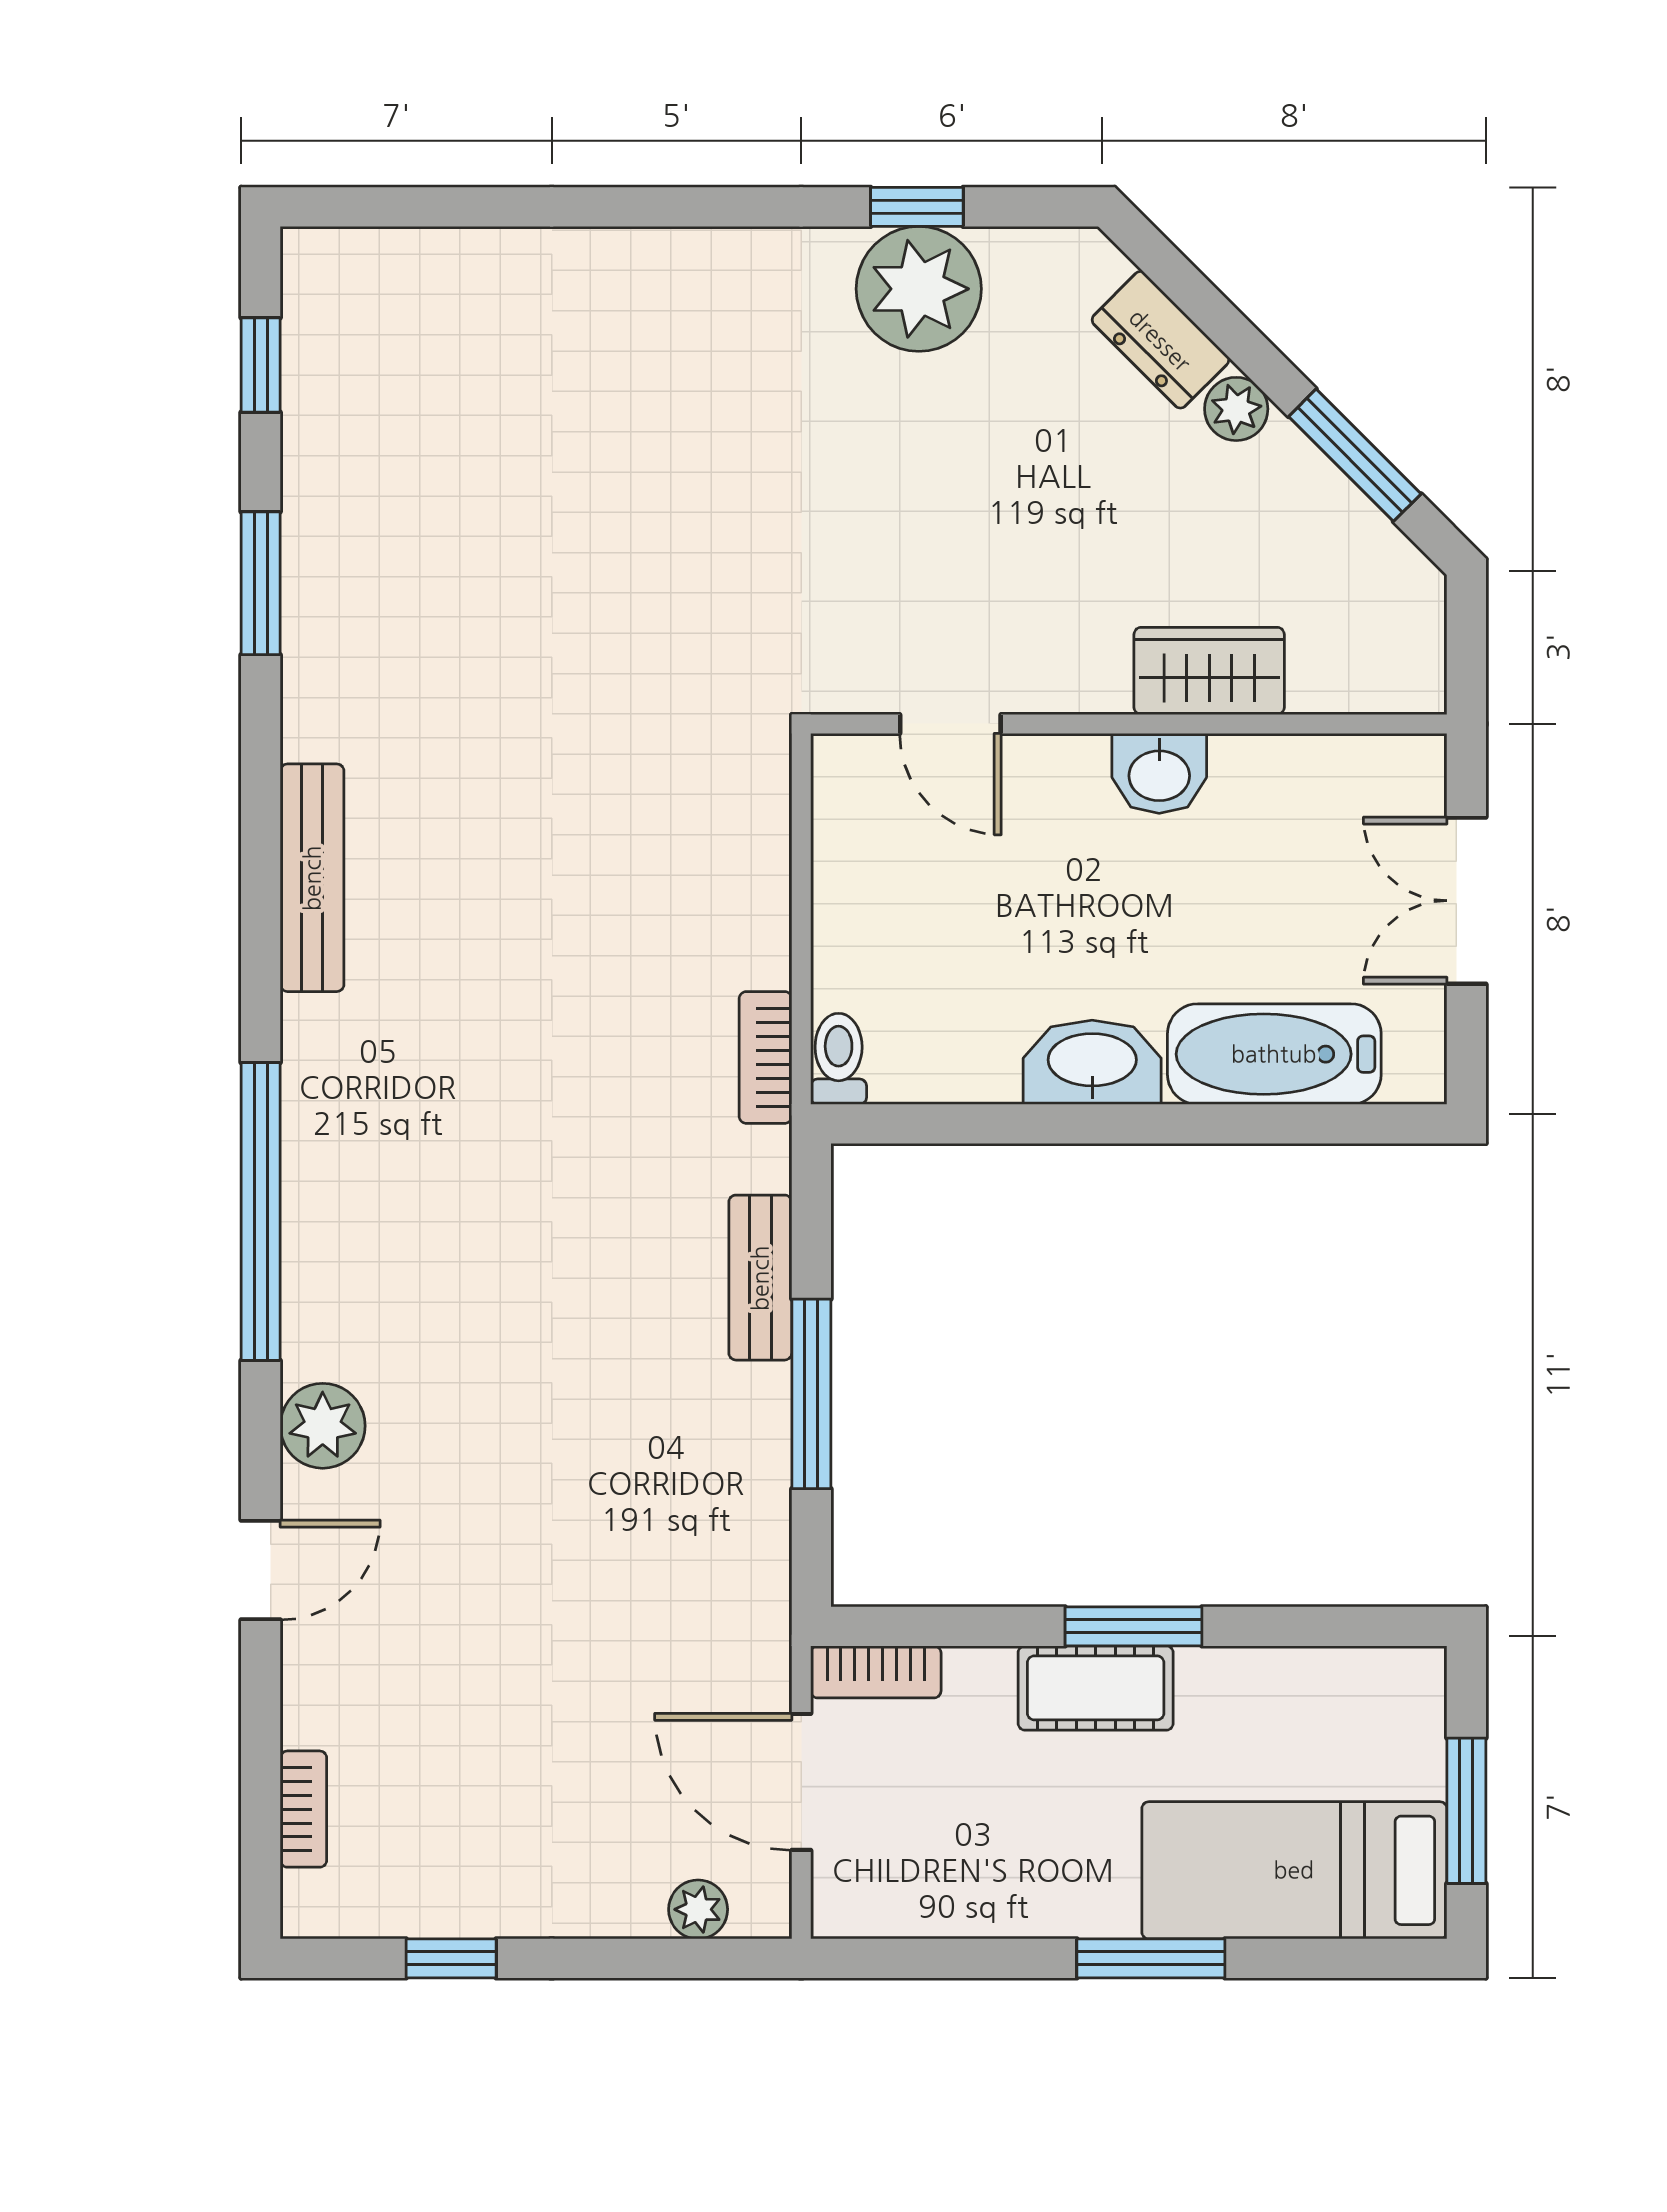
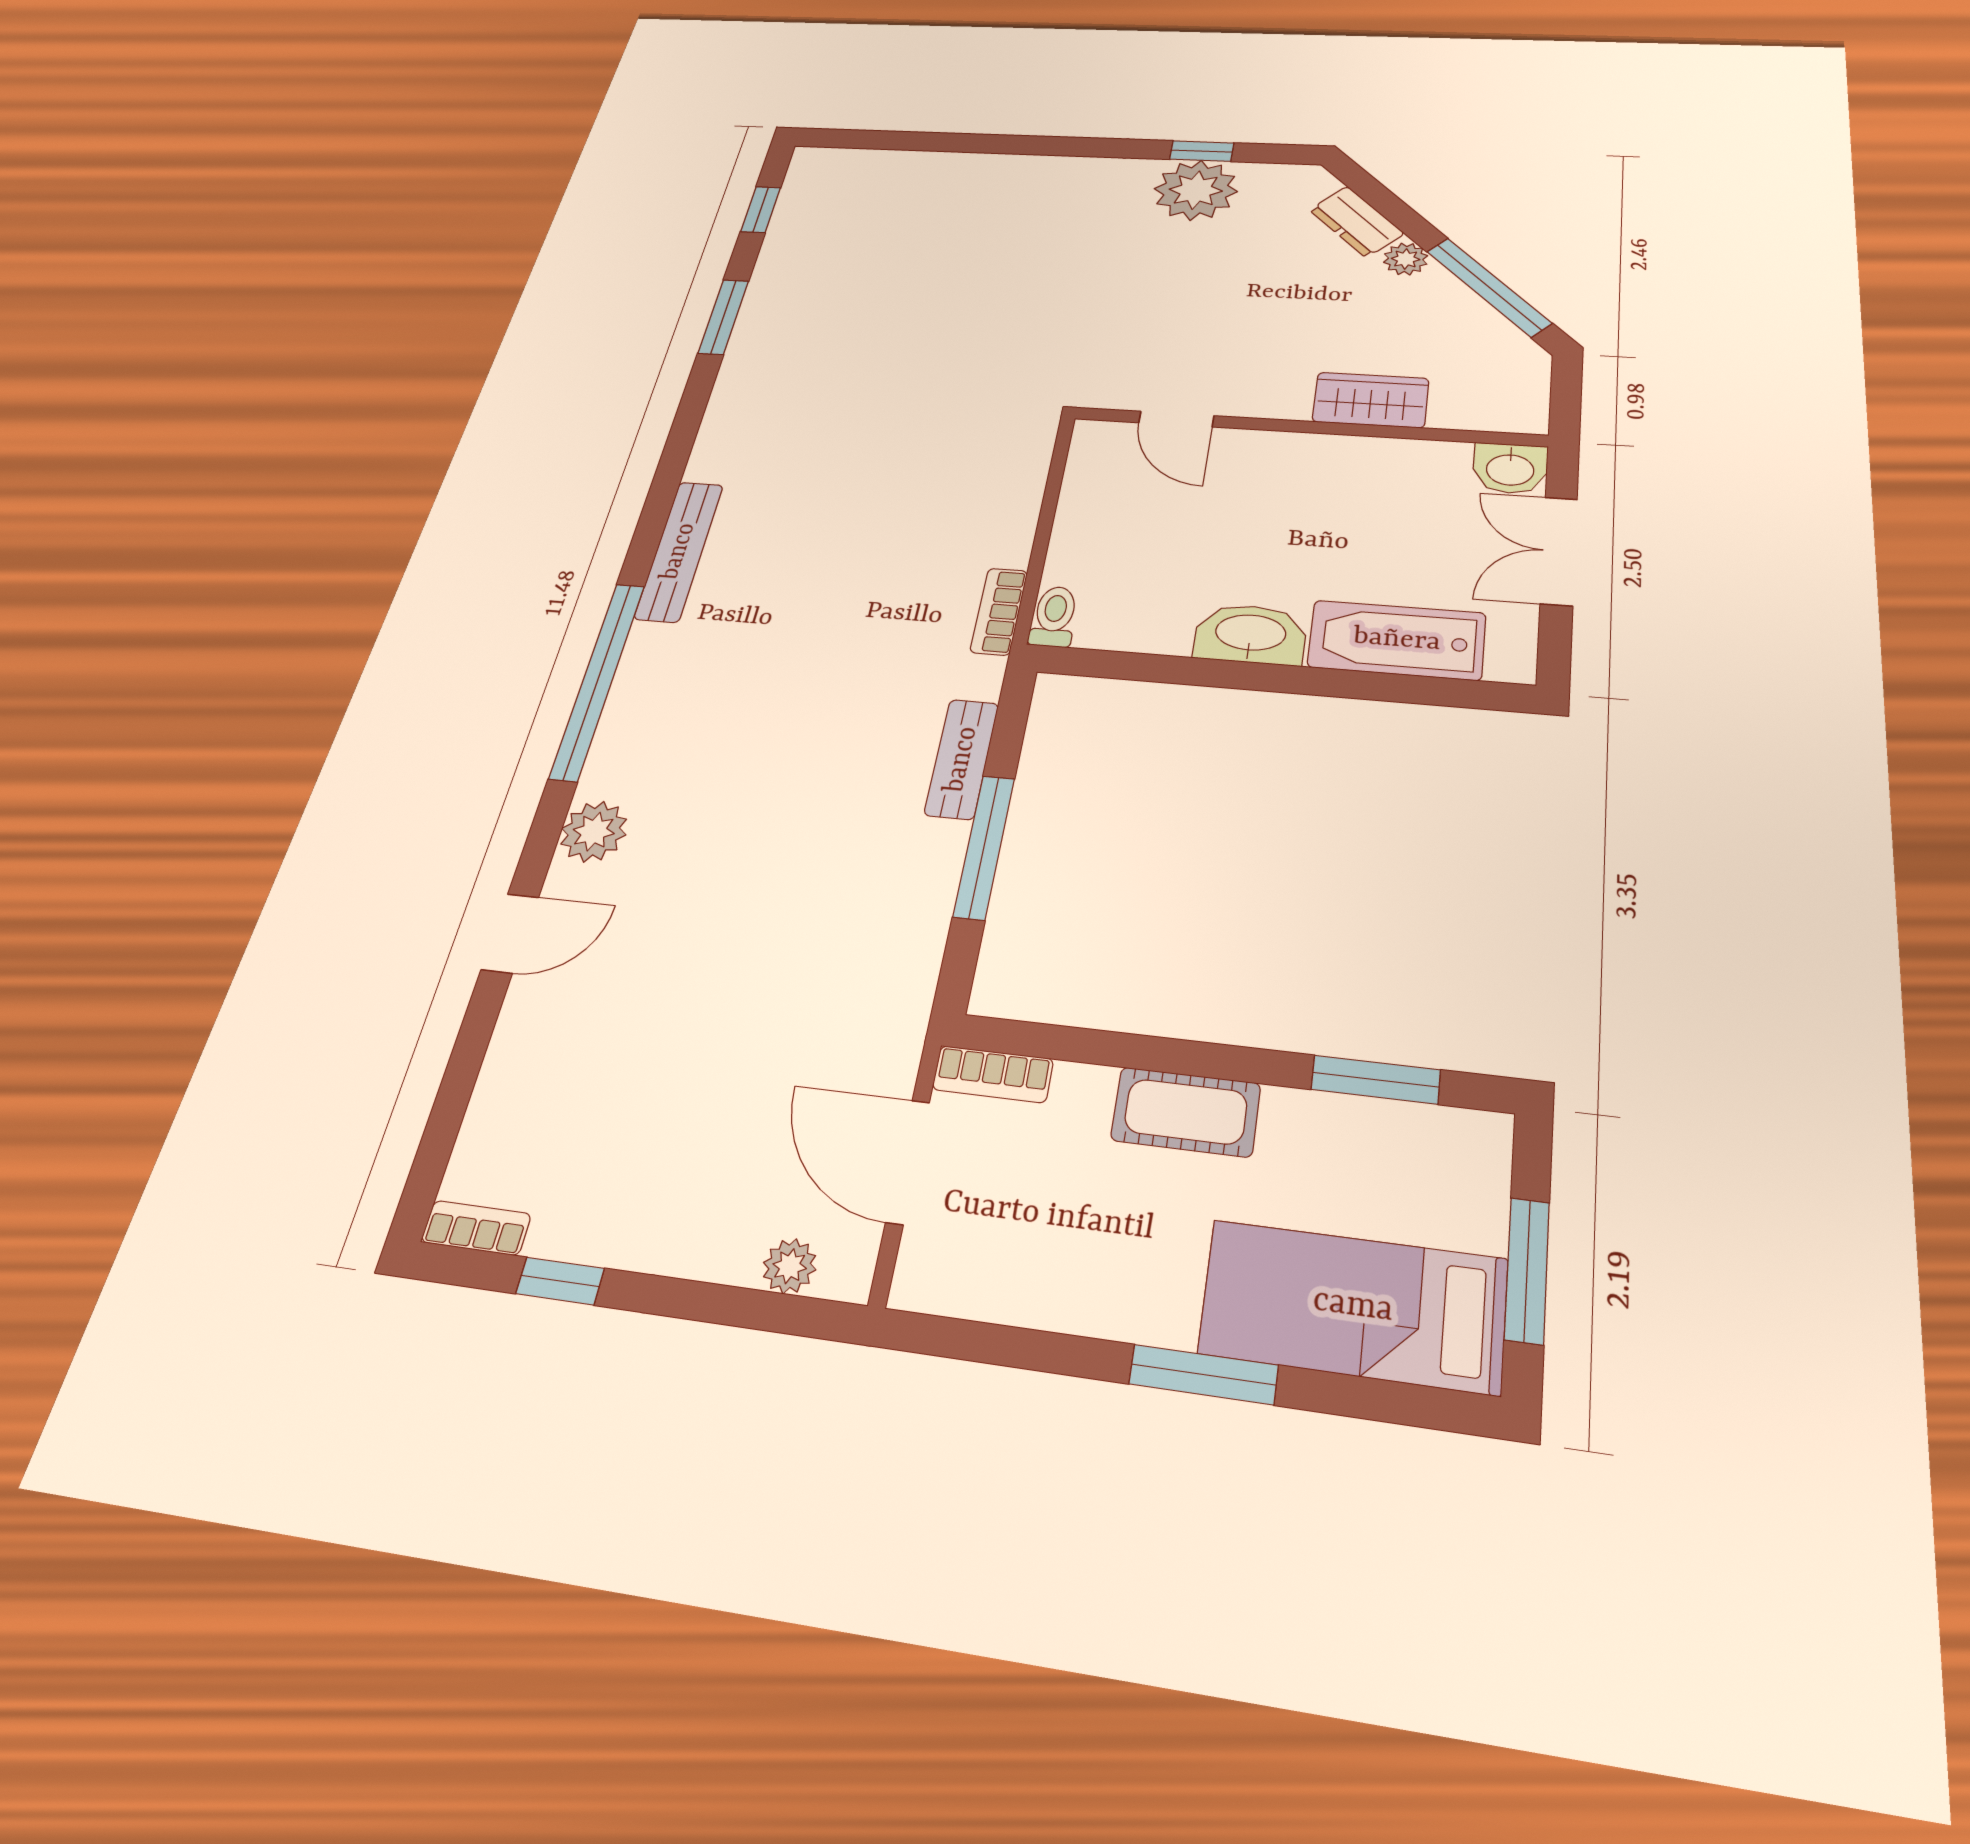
window: (1355, 455) -> (1489, 287), width x1.44
washbasin: (1159, 773) -> (1510, 469), moved
bench: (312, 878) -> (679, 551), moved
window: (1134, 1626) -> (1376, 1080), moved
bookcase: (303, 1809) -> (476, 1228), moved, turned -90

